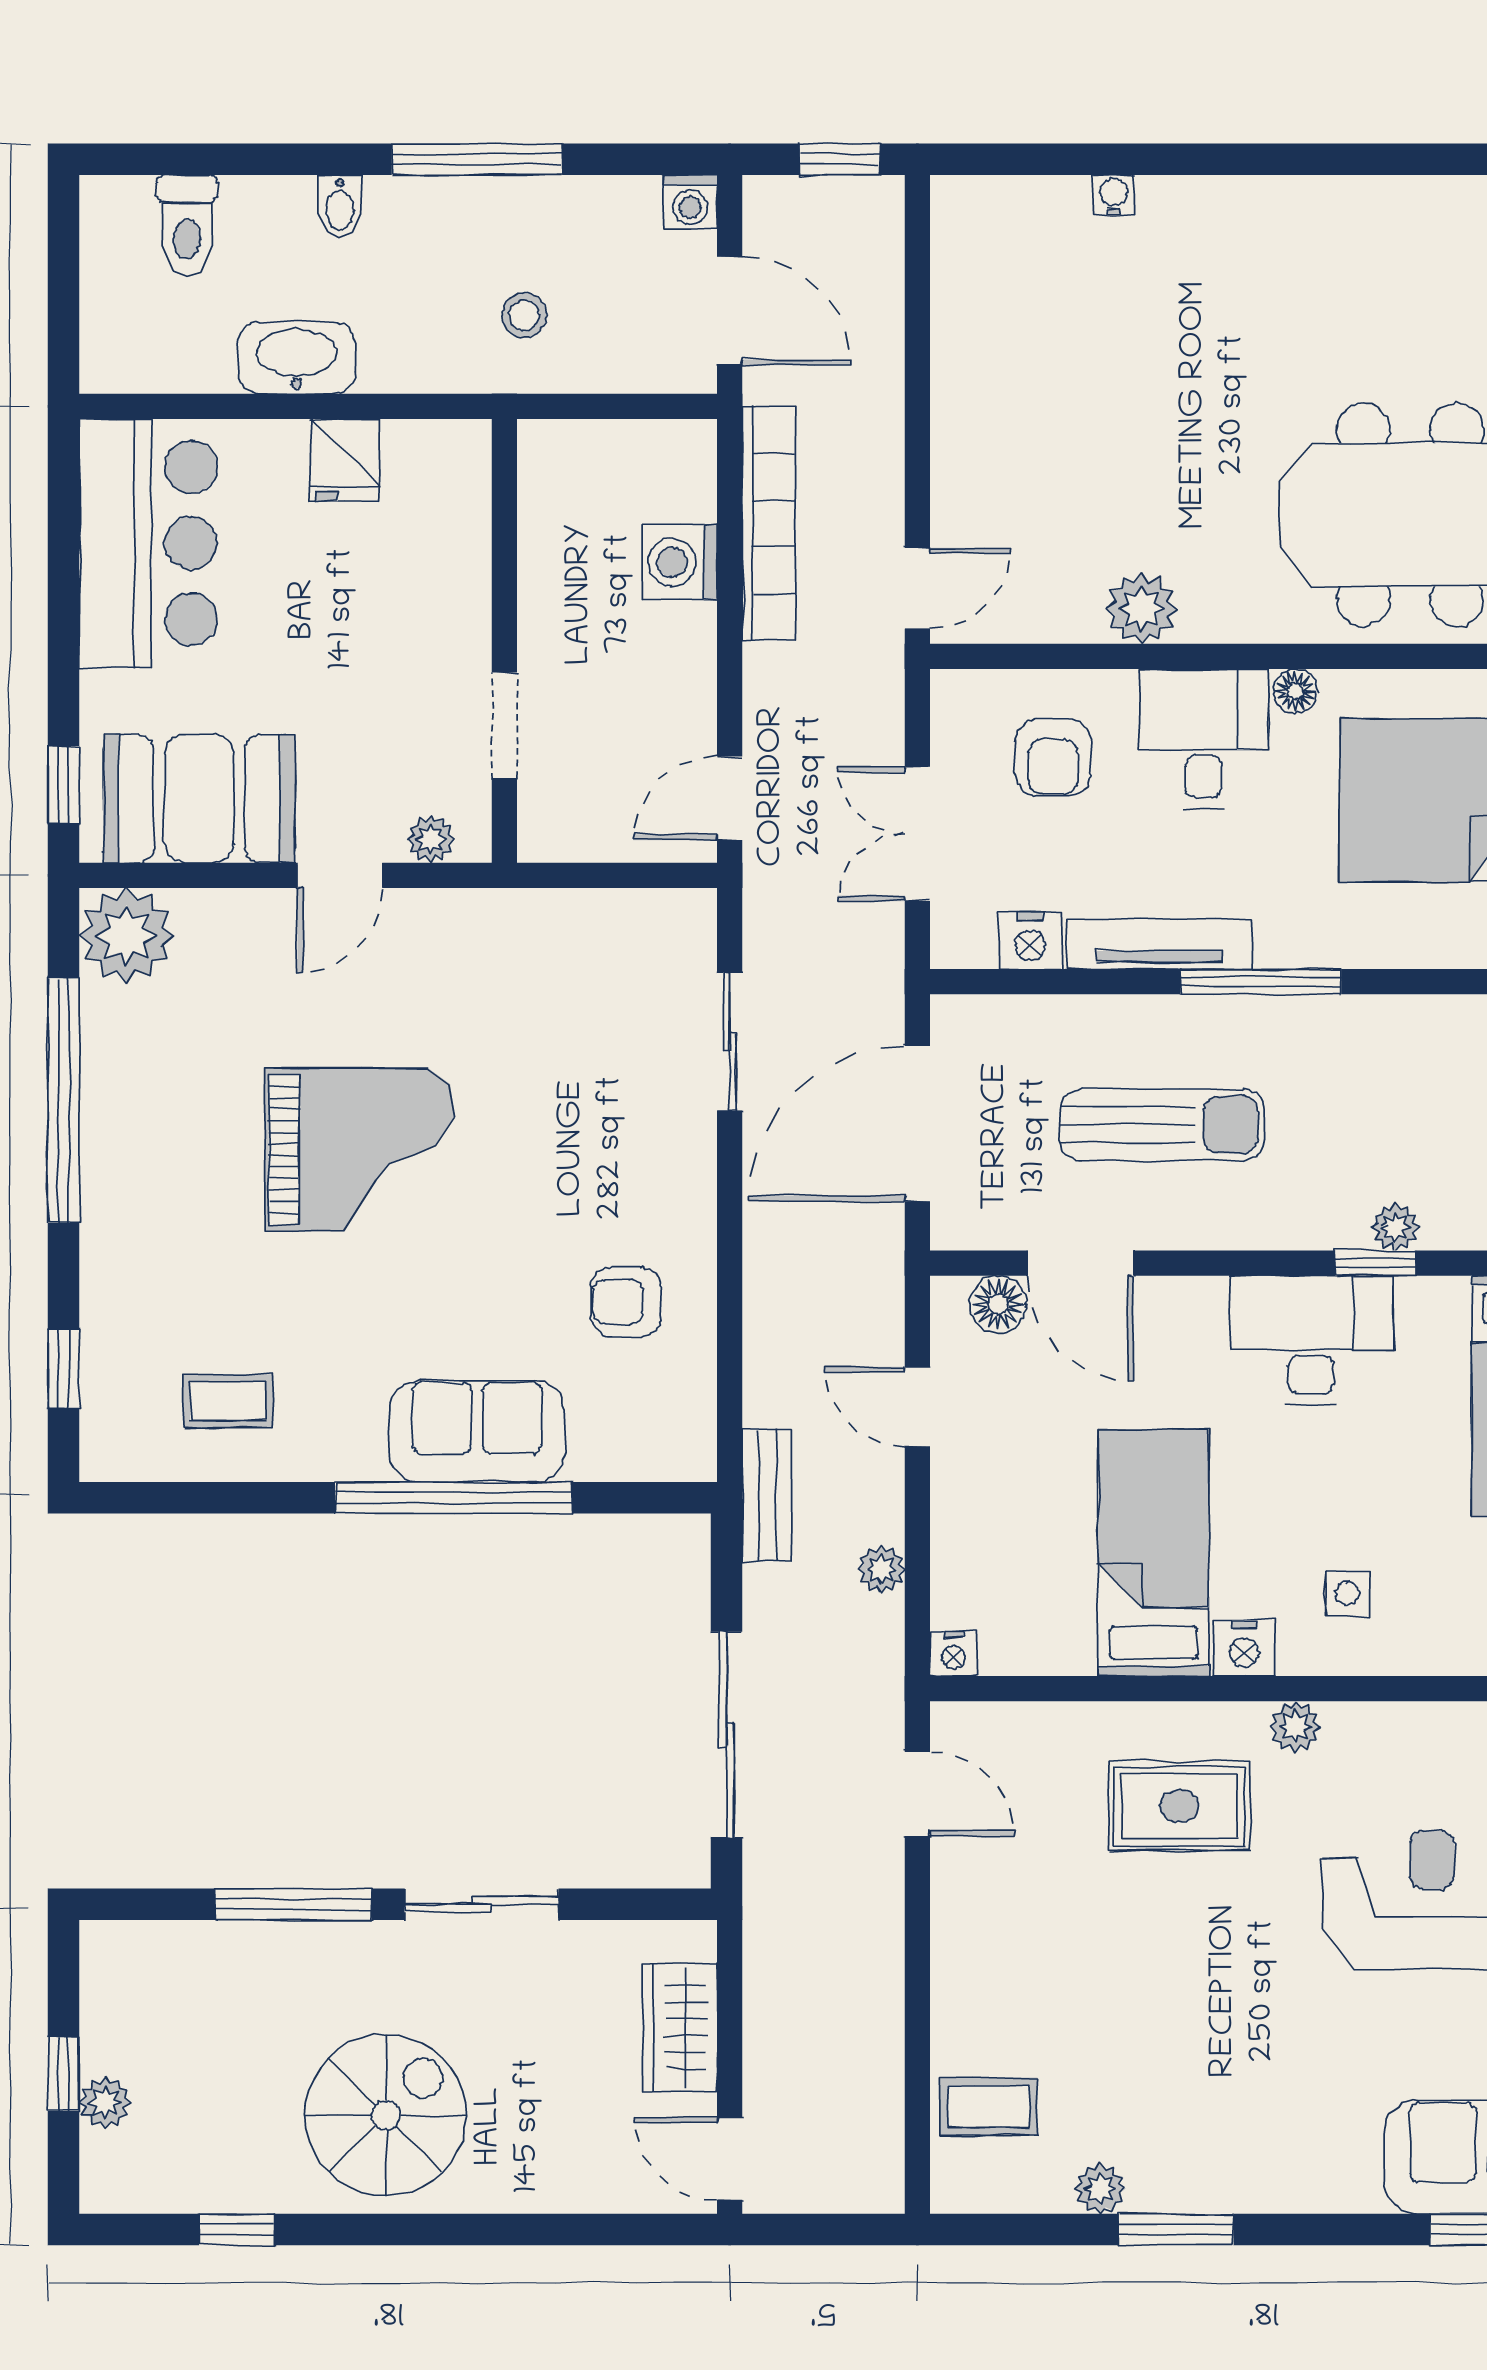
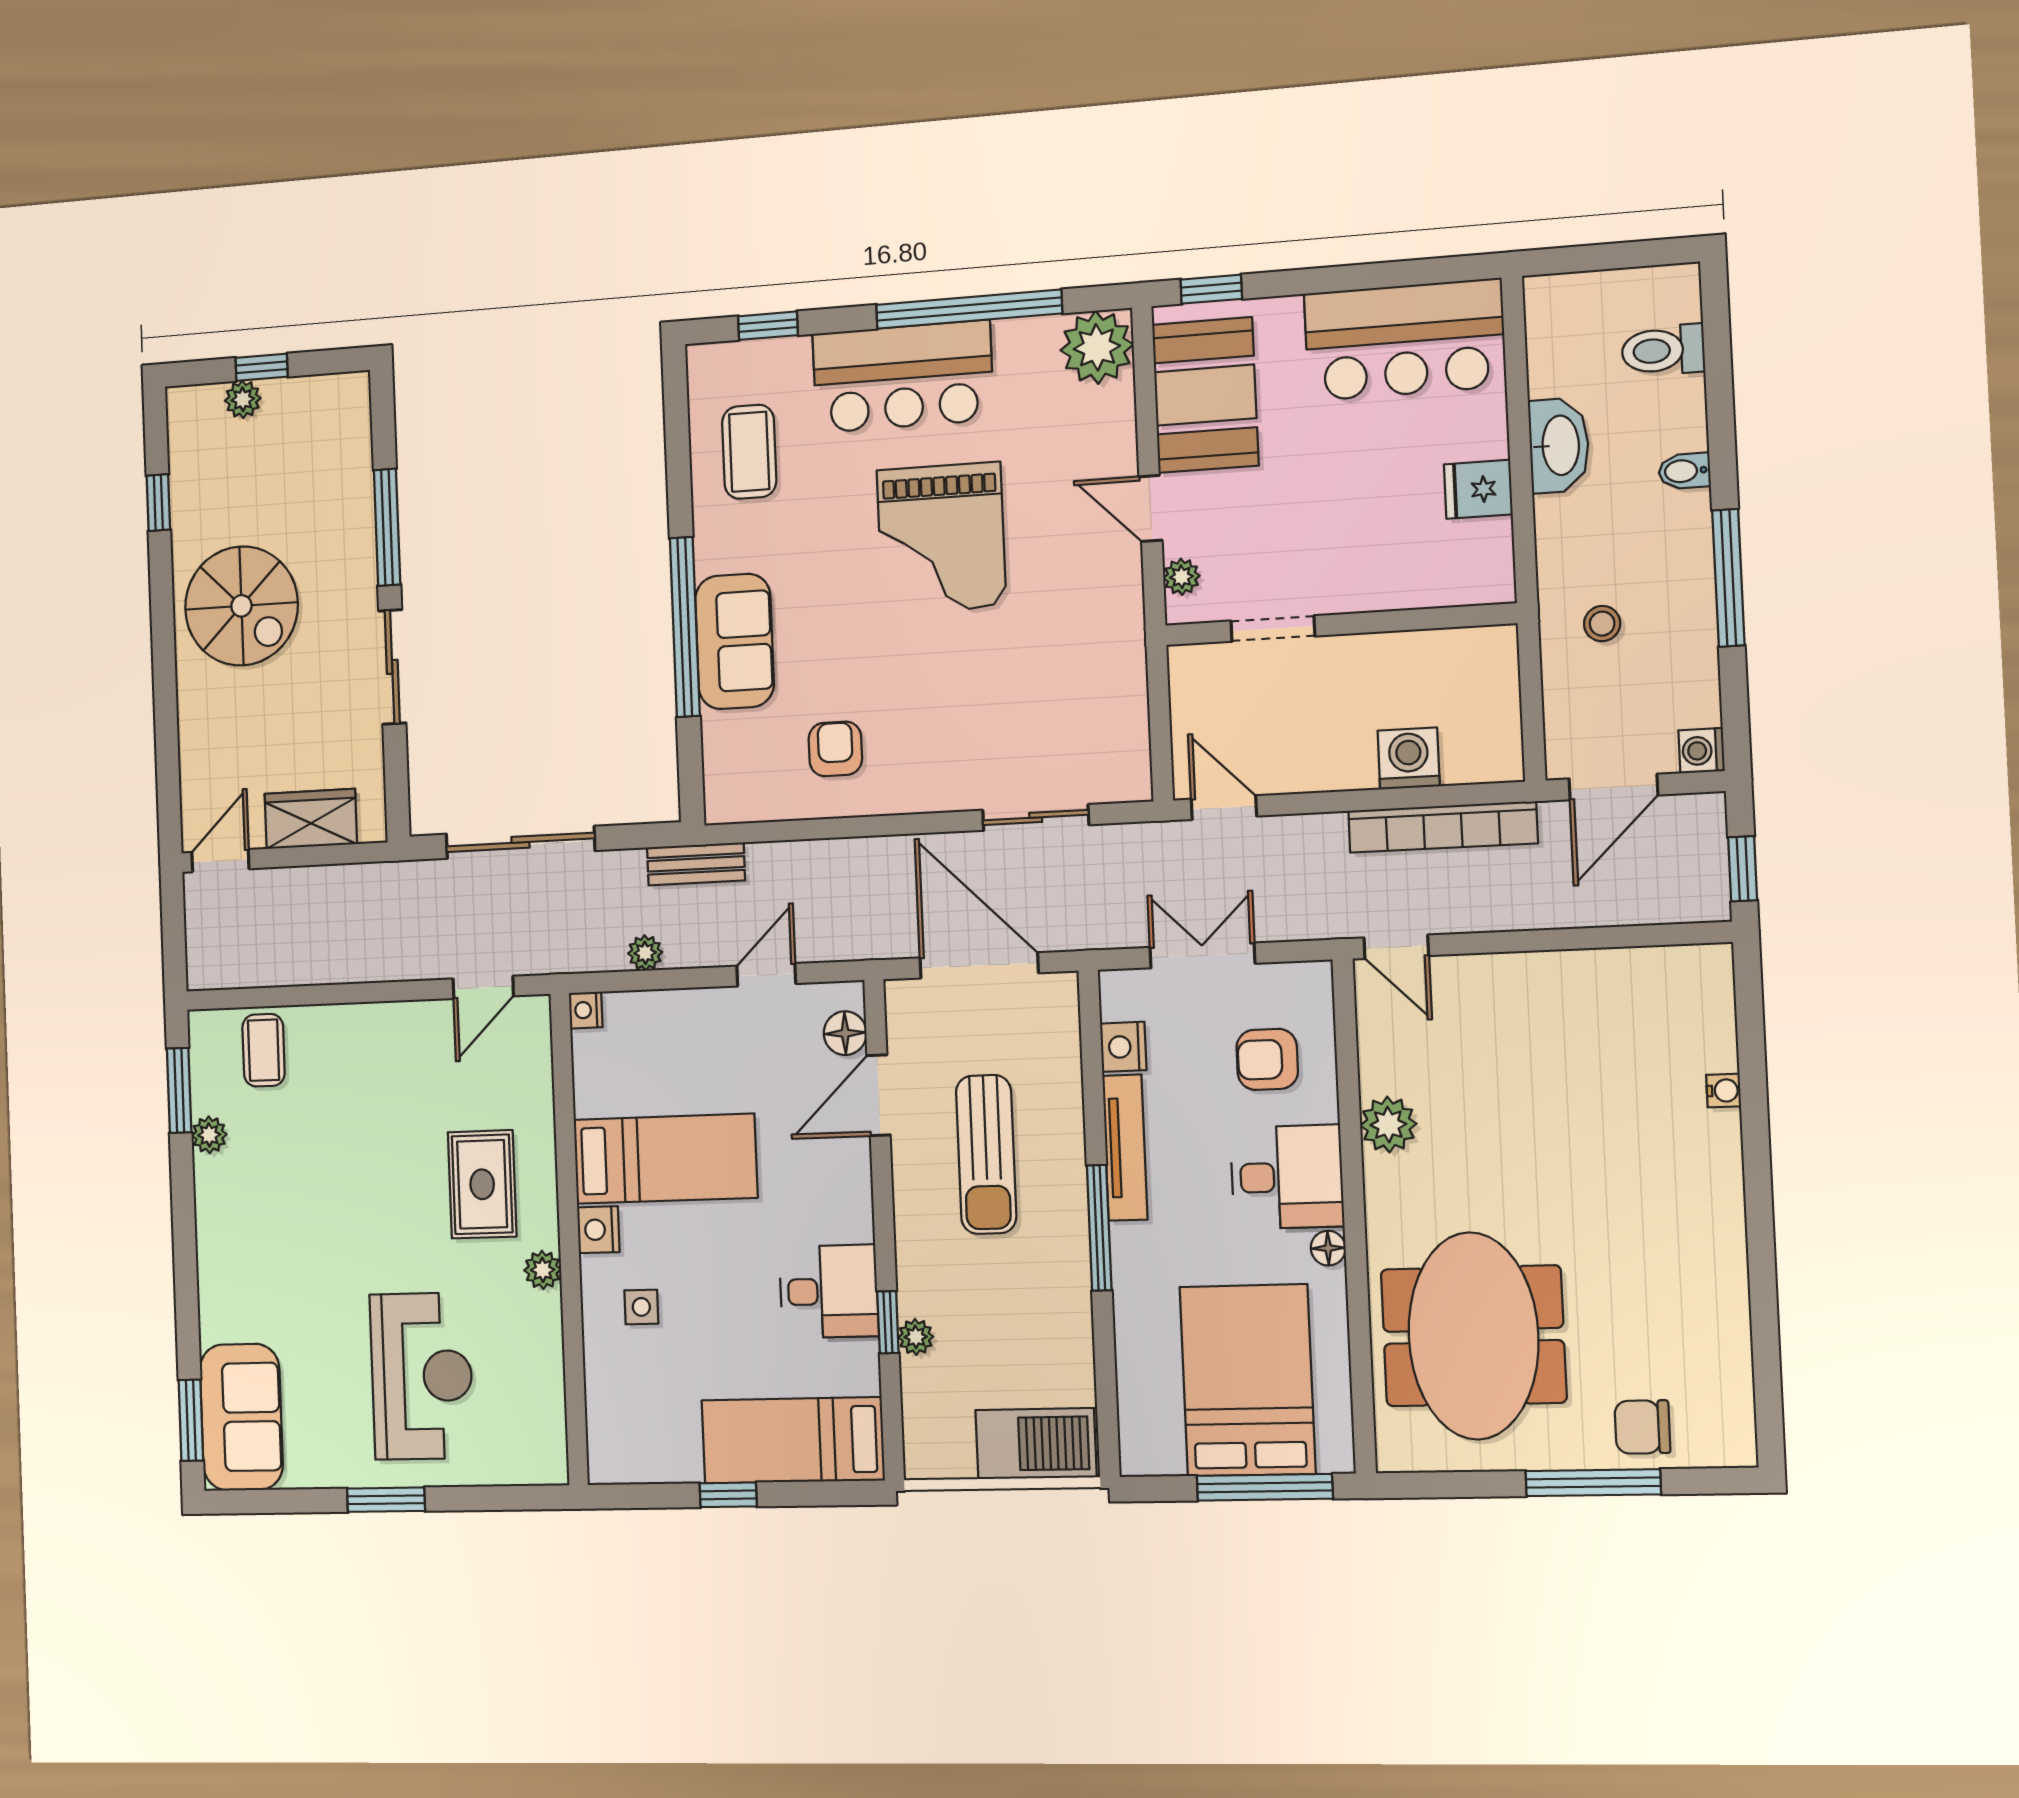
bar counter: (145, 1192) -> (903, 377), added
desk: (1311, 1340) -> (829, 1291), width x0.73
coffee table: (228, 1401) -> (749, 452), width x1.36, depth x1.30
window: (1176, 2230) -> (179, 1090), moved

